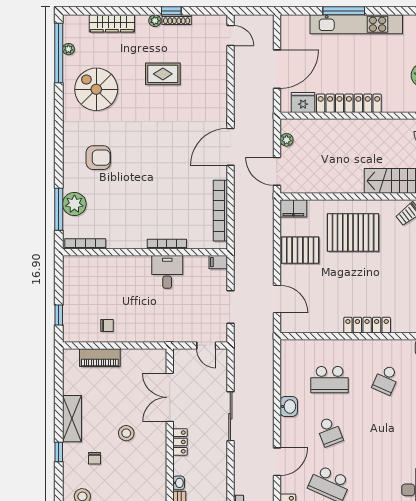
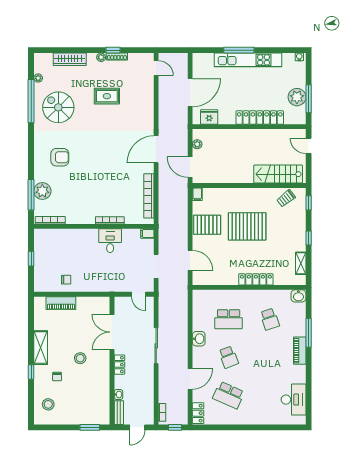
window: (59, 53) -> (31, 101), moved
locker: (349, 103) -> (260, 117), moved
filing cabinet: (293, 208) -> (197, 194), width x0.50
pallet: (353, 232) -> (247, 226), moved
window: (59, 315) -> (31, 259), moved
school desk: (386, 380) -> (270, 319), turned -42

